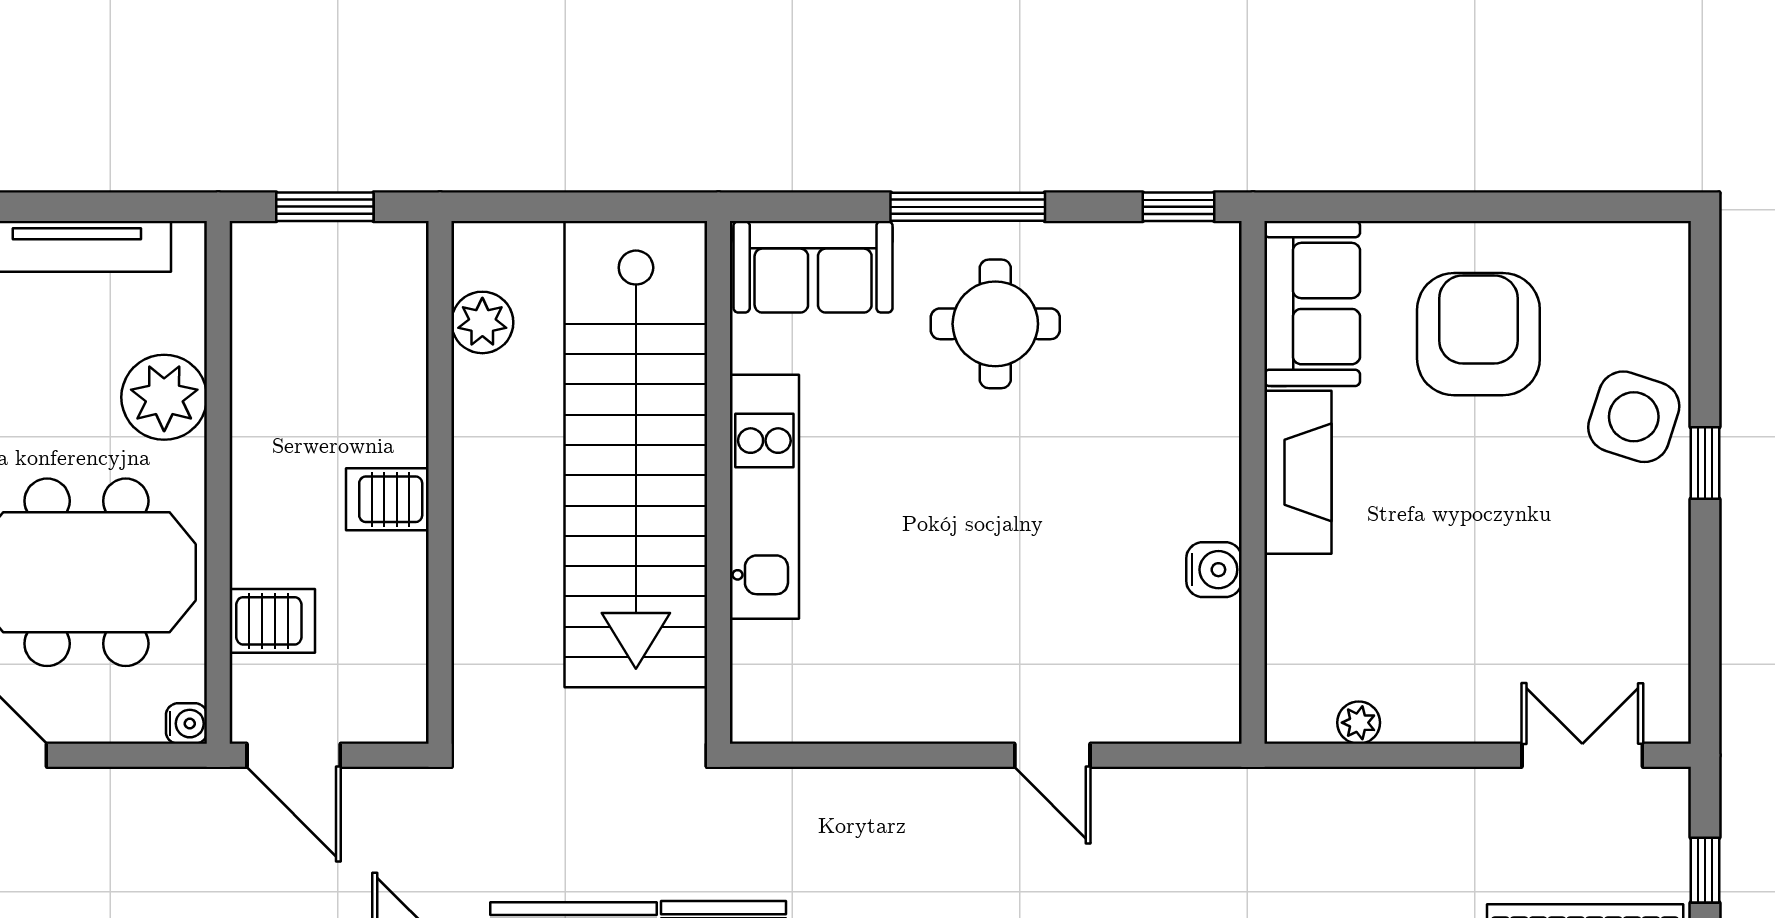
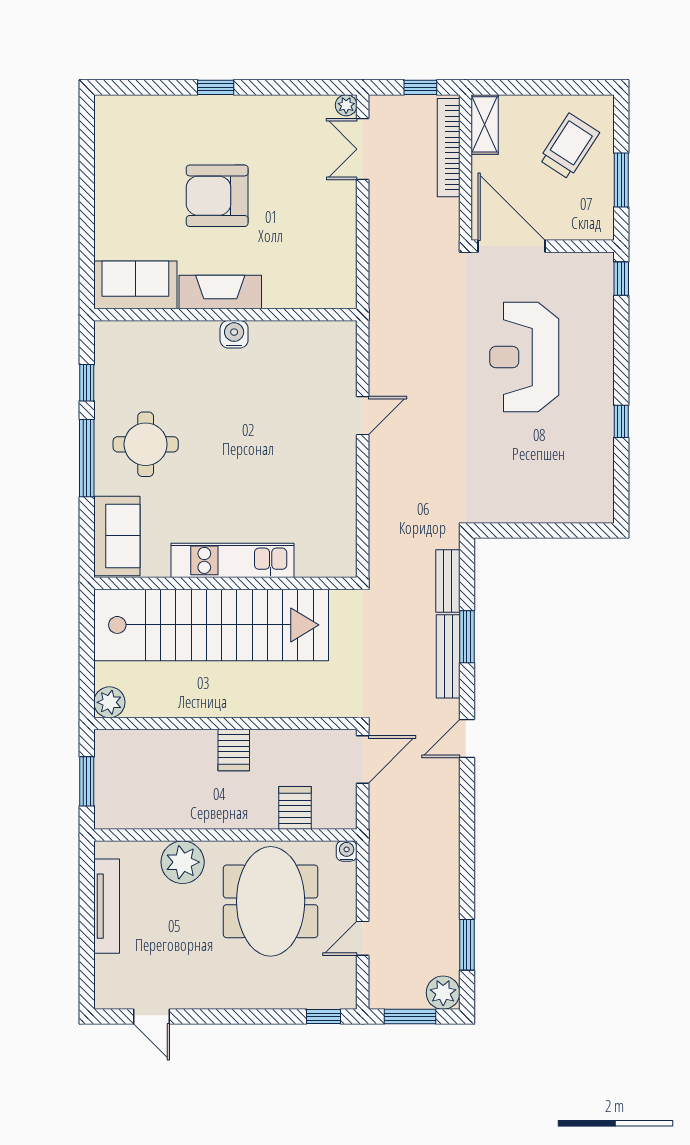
window: (1179, 207) -> (87, 383), moved
plant: (482, 322) -> (109, 702), moved
armchair: (1478, 334) -> (217, 196), moved
side table: (1634, 417) -> (192, 123), removed
water cooler: (1214, 570) -> (234, 334), moved
plant: (1359, 723) -> (346, 105), moved
door: (294, 755) -> (363, 760), moved

